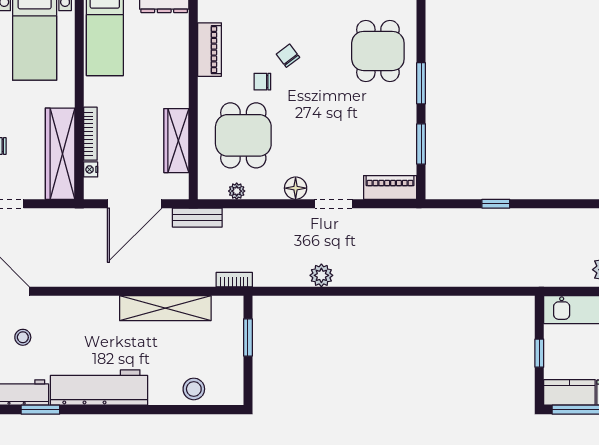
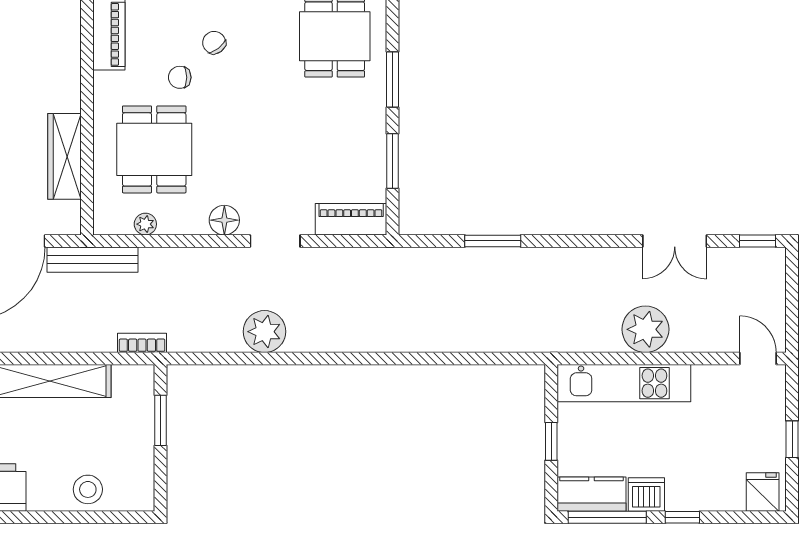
window: (496, 204) -> (493, 241), width x1.50
bench: (197, 218) -> (93, 260), width x1.36
plant: (321, 275) -> (264, 332), width x1.36, depth x1.36

